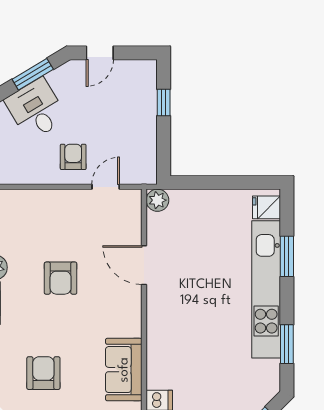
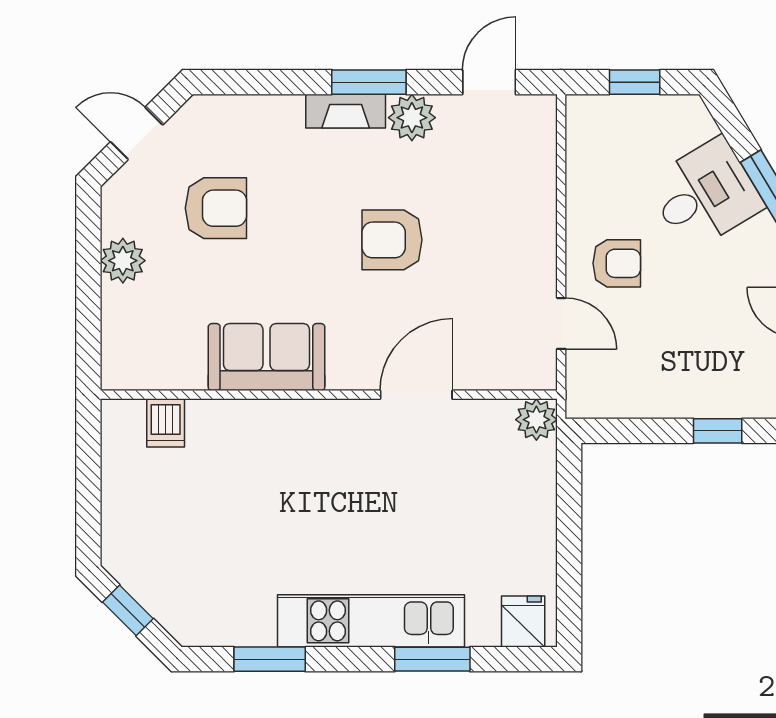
kitchen unit: (266, 289) -> (371, 621), width x0.73
sofa: (124, 370) -> (266, 357), moved

